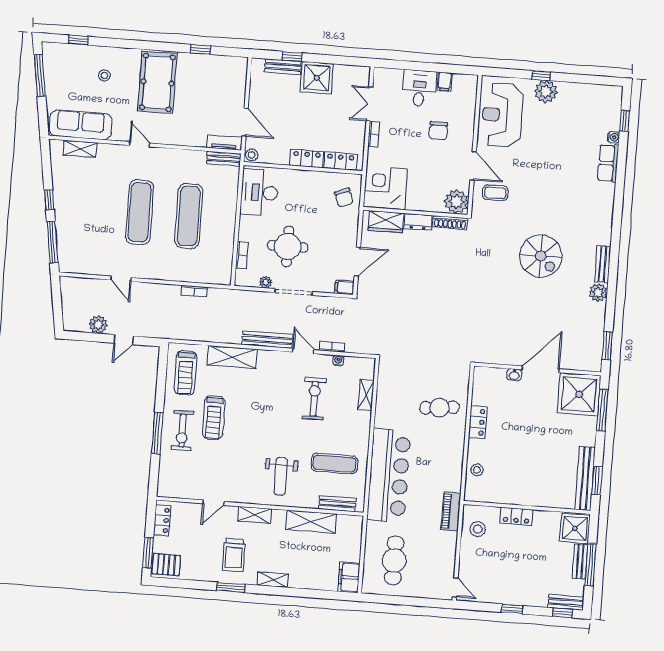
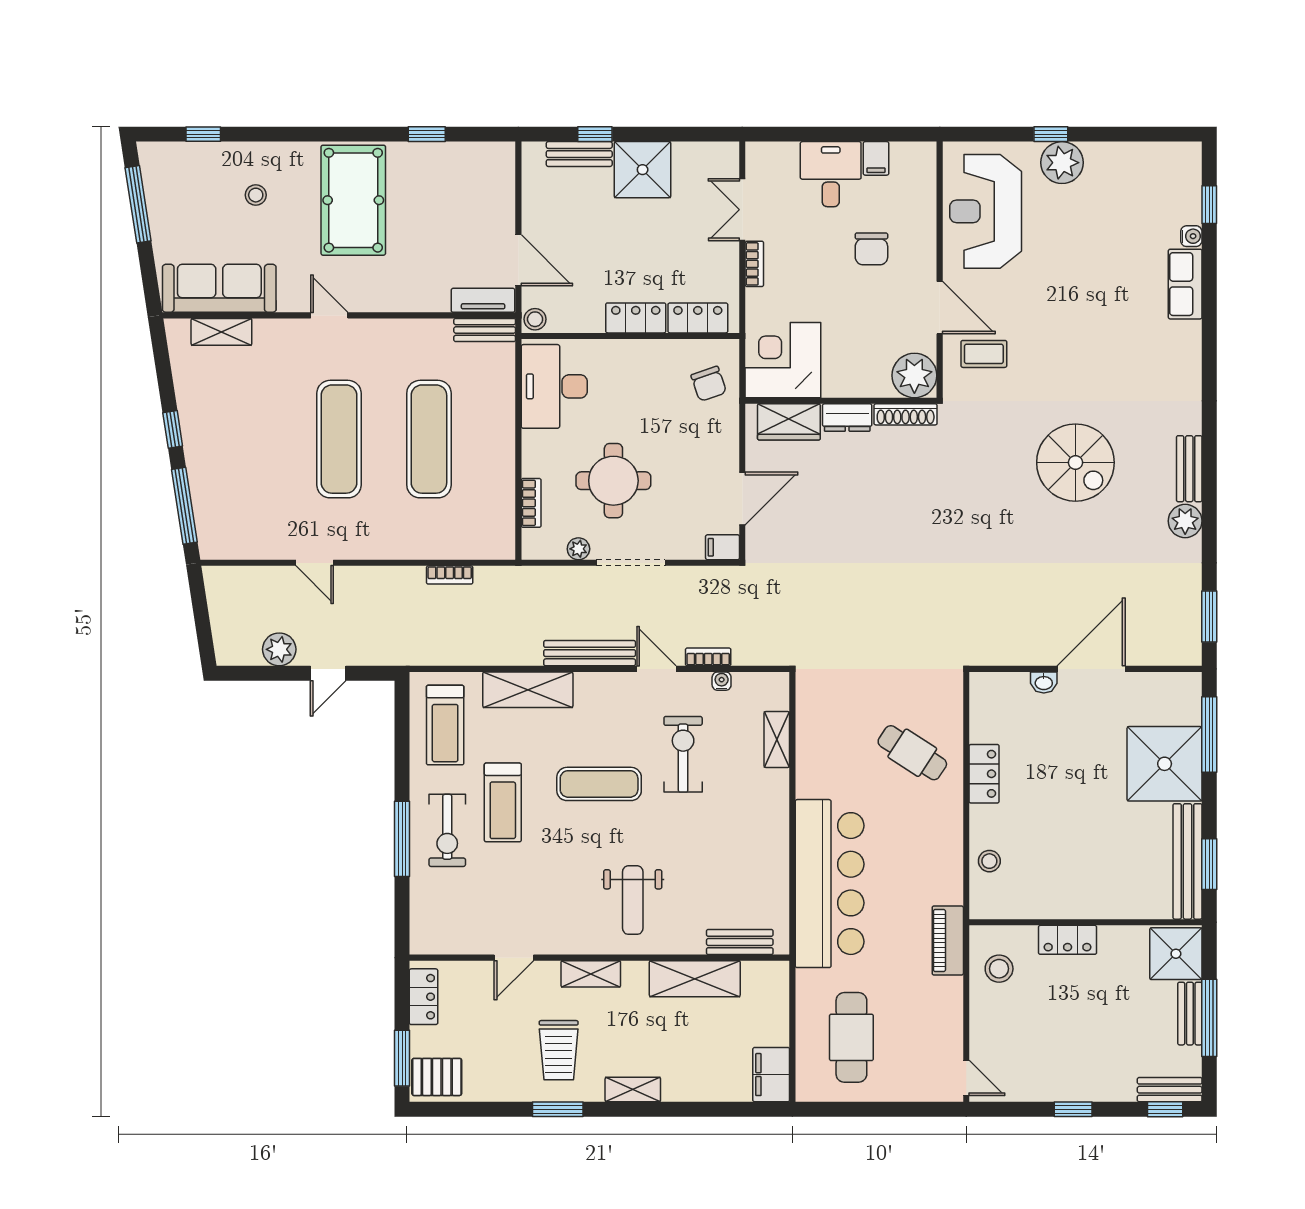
shower: (579, 394) -> (1165, 764), moved
cafe table: (439, 408) -> (912, 753), turned 39
exercise mat: (334, 464) -> (599, 784), moved

